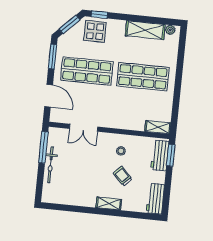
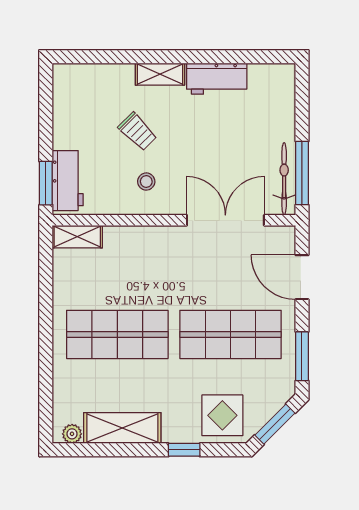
window: (99, 15) -> (184, 450), moved
double door: (84, 128) -> (225, 220), width x1.37
bicycle: (51, 165) -> (284, 179), moved
workbench: (155, 199) -> (217, 79), moved, turned 90

